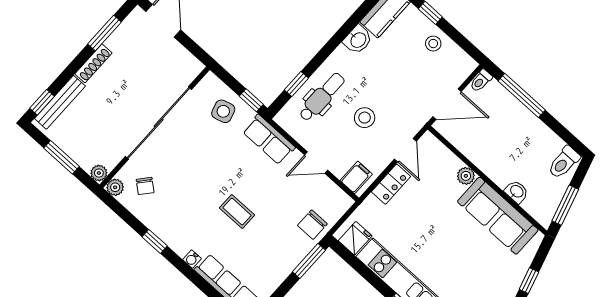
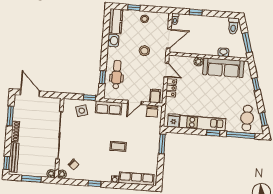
window: (522, 95) -> (196, 12), width x0.46
stool: (365, 118) -> (144, 51), moved
chair: (312, 225) -> (152, 111), moved

